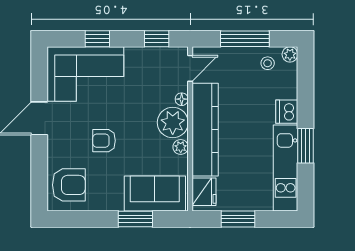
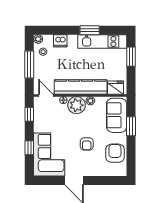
dishwasher: (287, 112) -> (60, 41), moved
armchair: (69, 185) -> (115, 153), moved
window: (238, 219) -> (131, 57), moved

